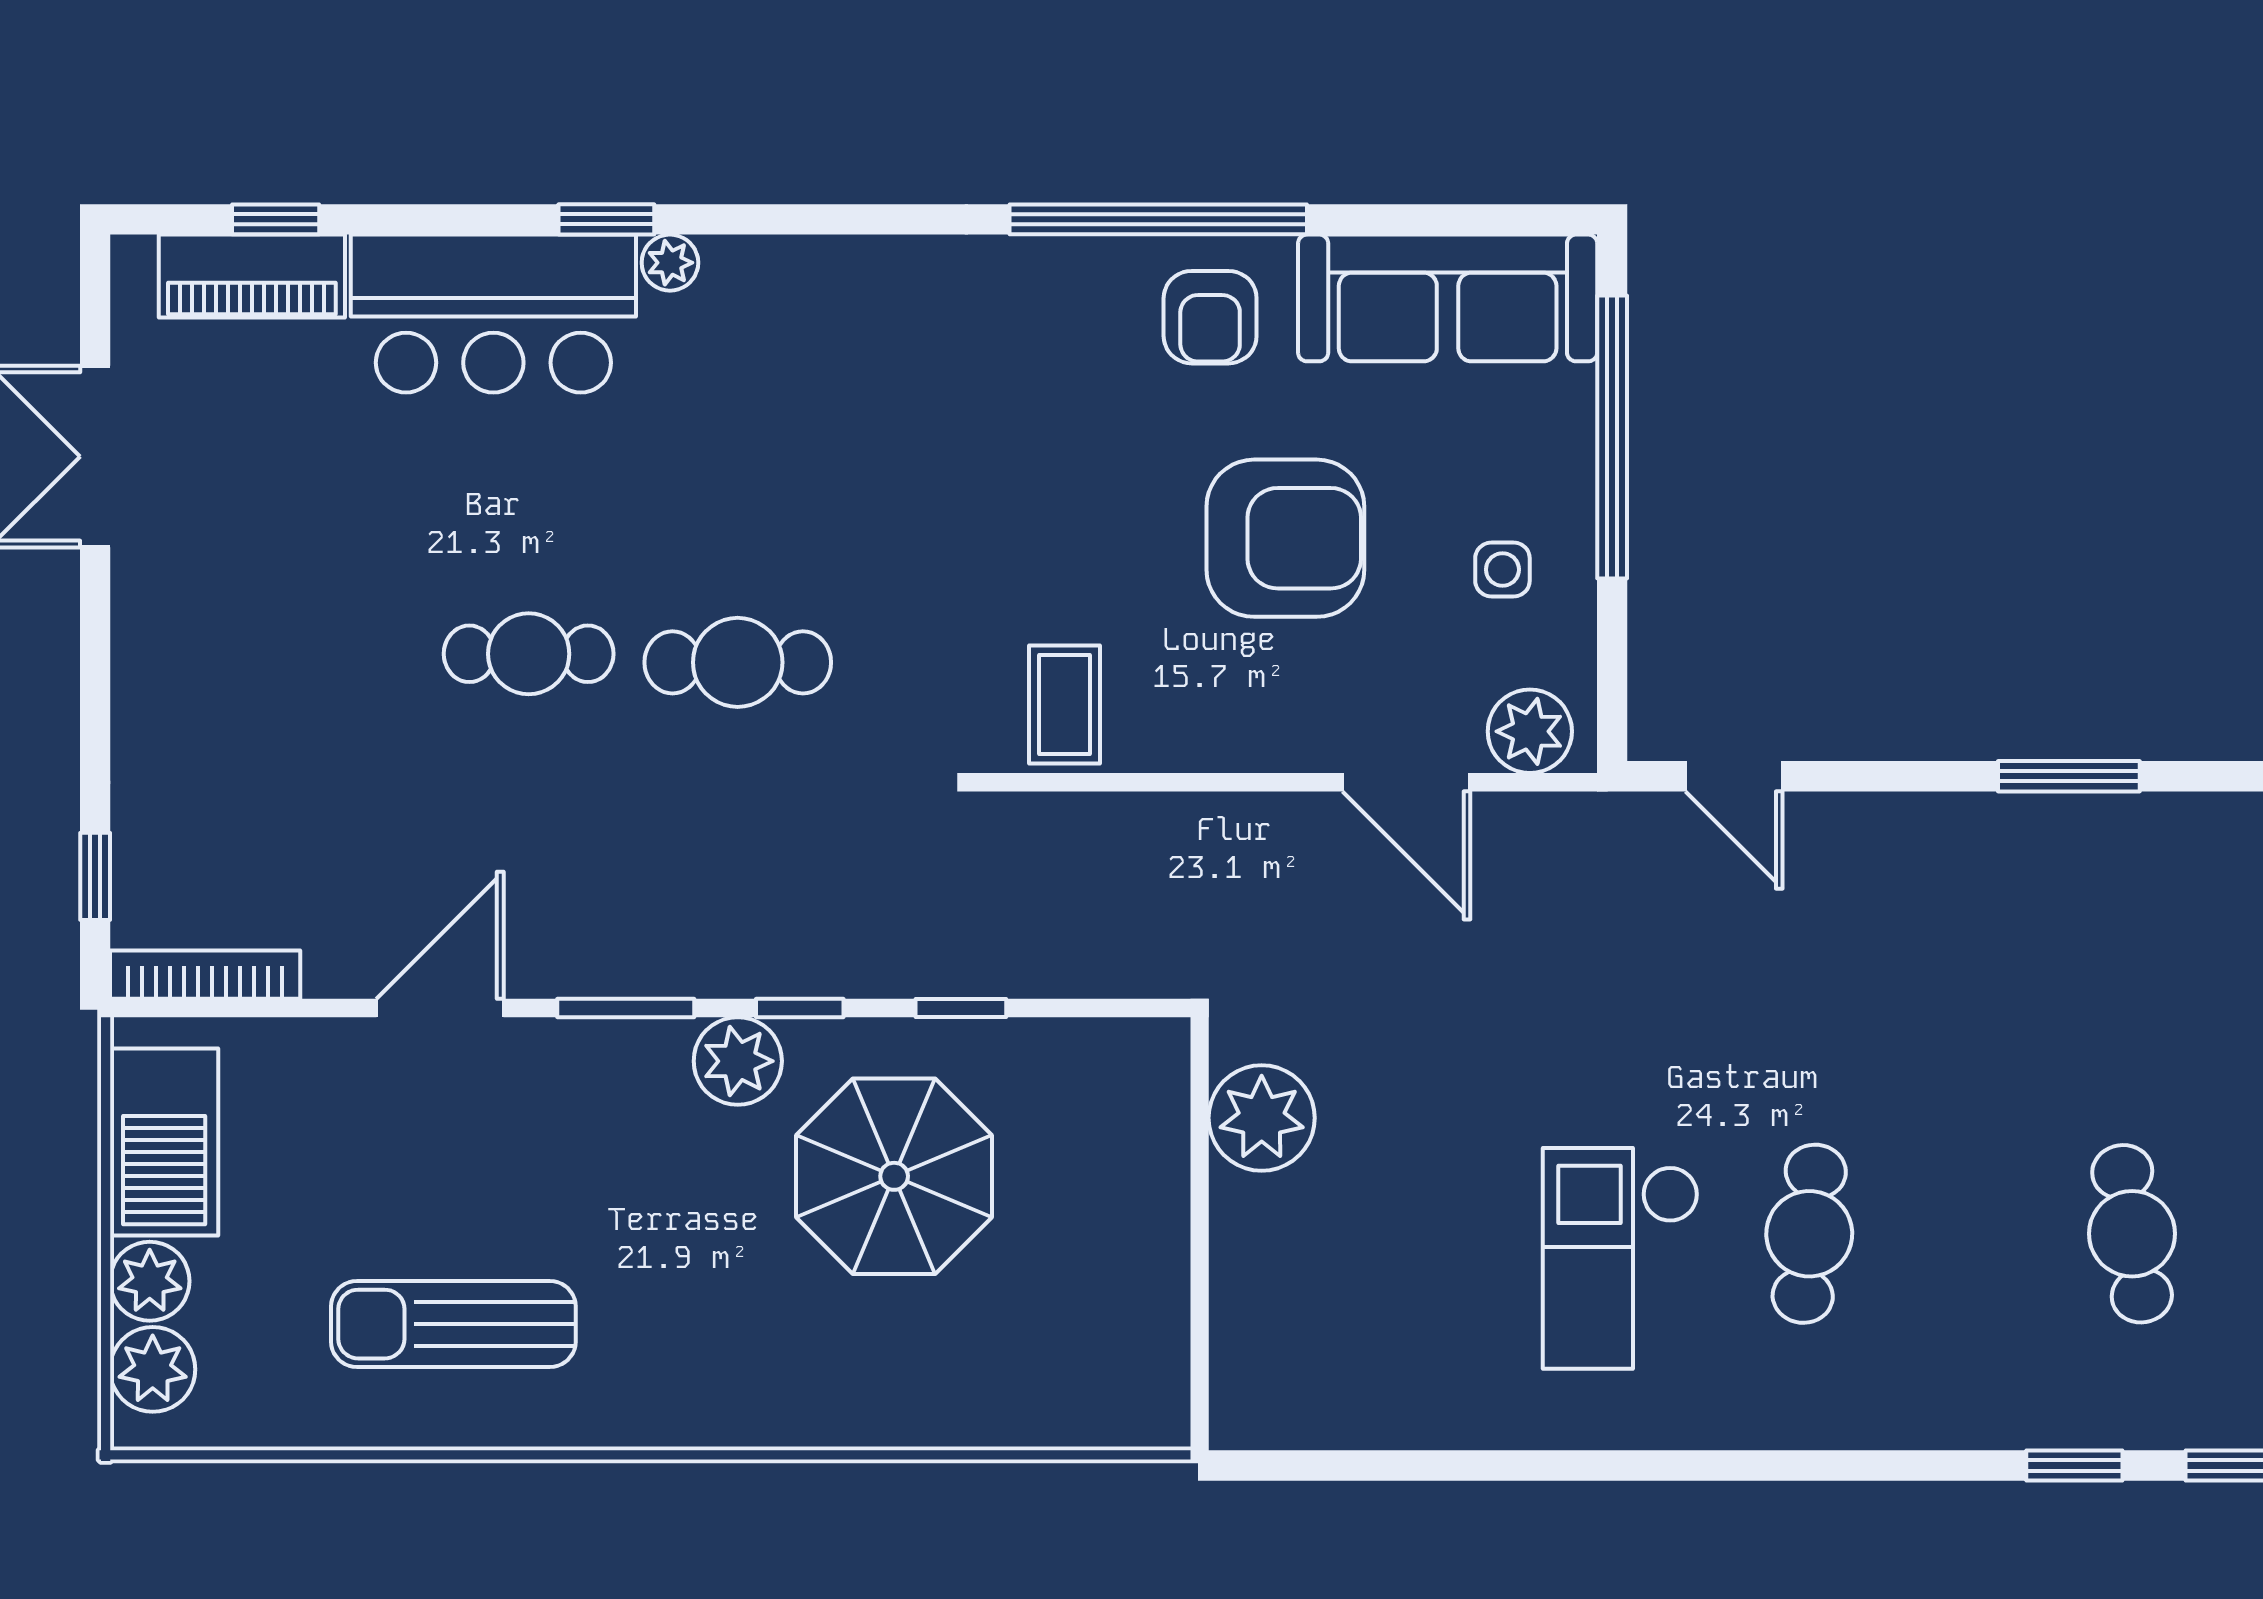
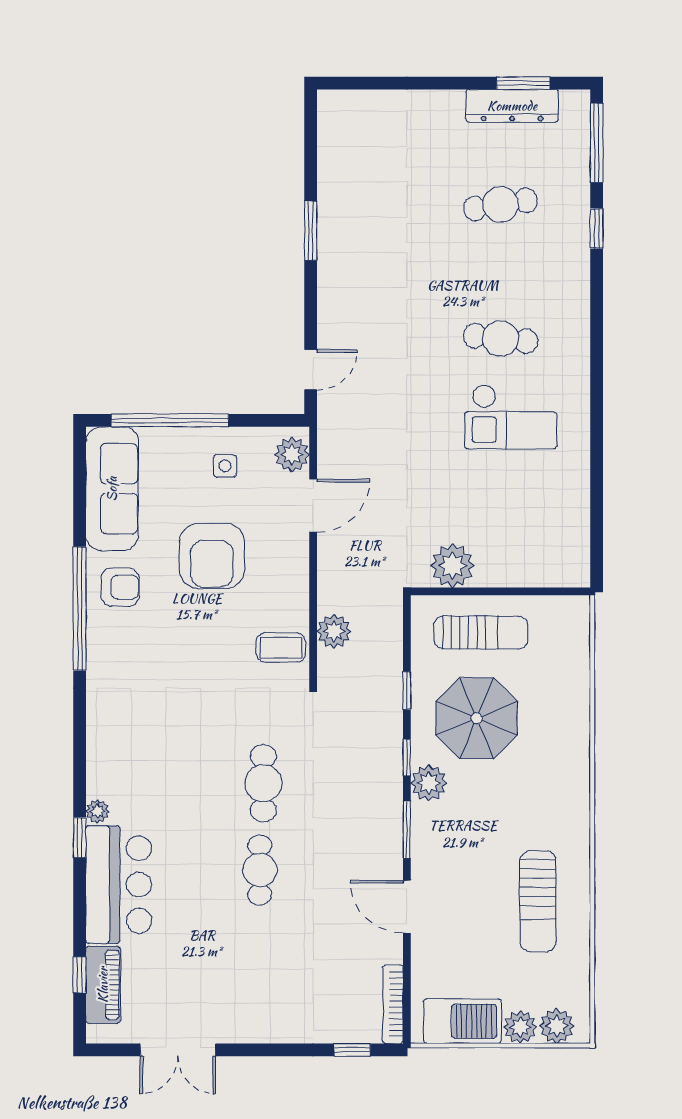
armchair: (1285, 538) -> (212, 556), turned 180
plant: (1104, 833) -> (334, 631), added
sun lounger: (1101, 1186) -> (481, 632), added

